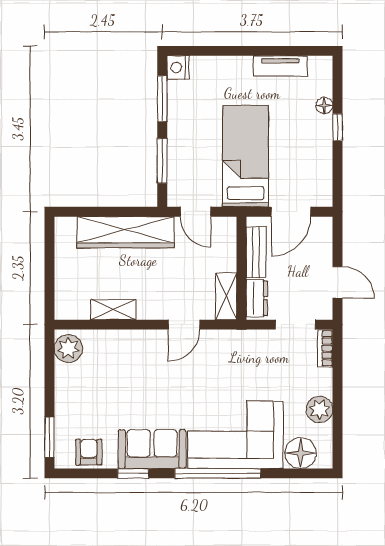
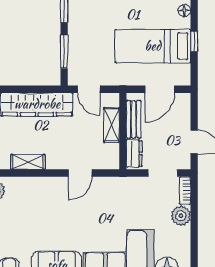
window: (338, 127) -> (194, 42), moved
bed: (246, 156) -> (153, 46), moved, turned -90
shelving: (226, 296) -> (112, 125), moved
plant: (320, 409) -> (181, 216), moved

